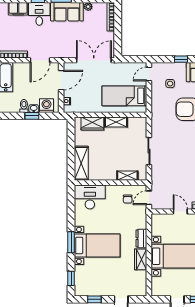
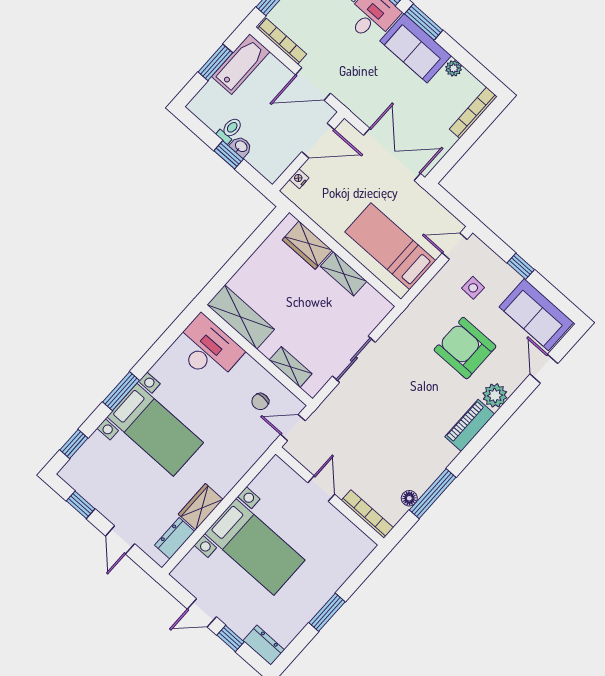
washing machine: (46, 106) -> (263, 159), removed
shelving: (81, 163) -> (241, 317), moved, turned 90
dresser: (141, 239) -> (175, 538), moved

